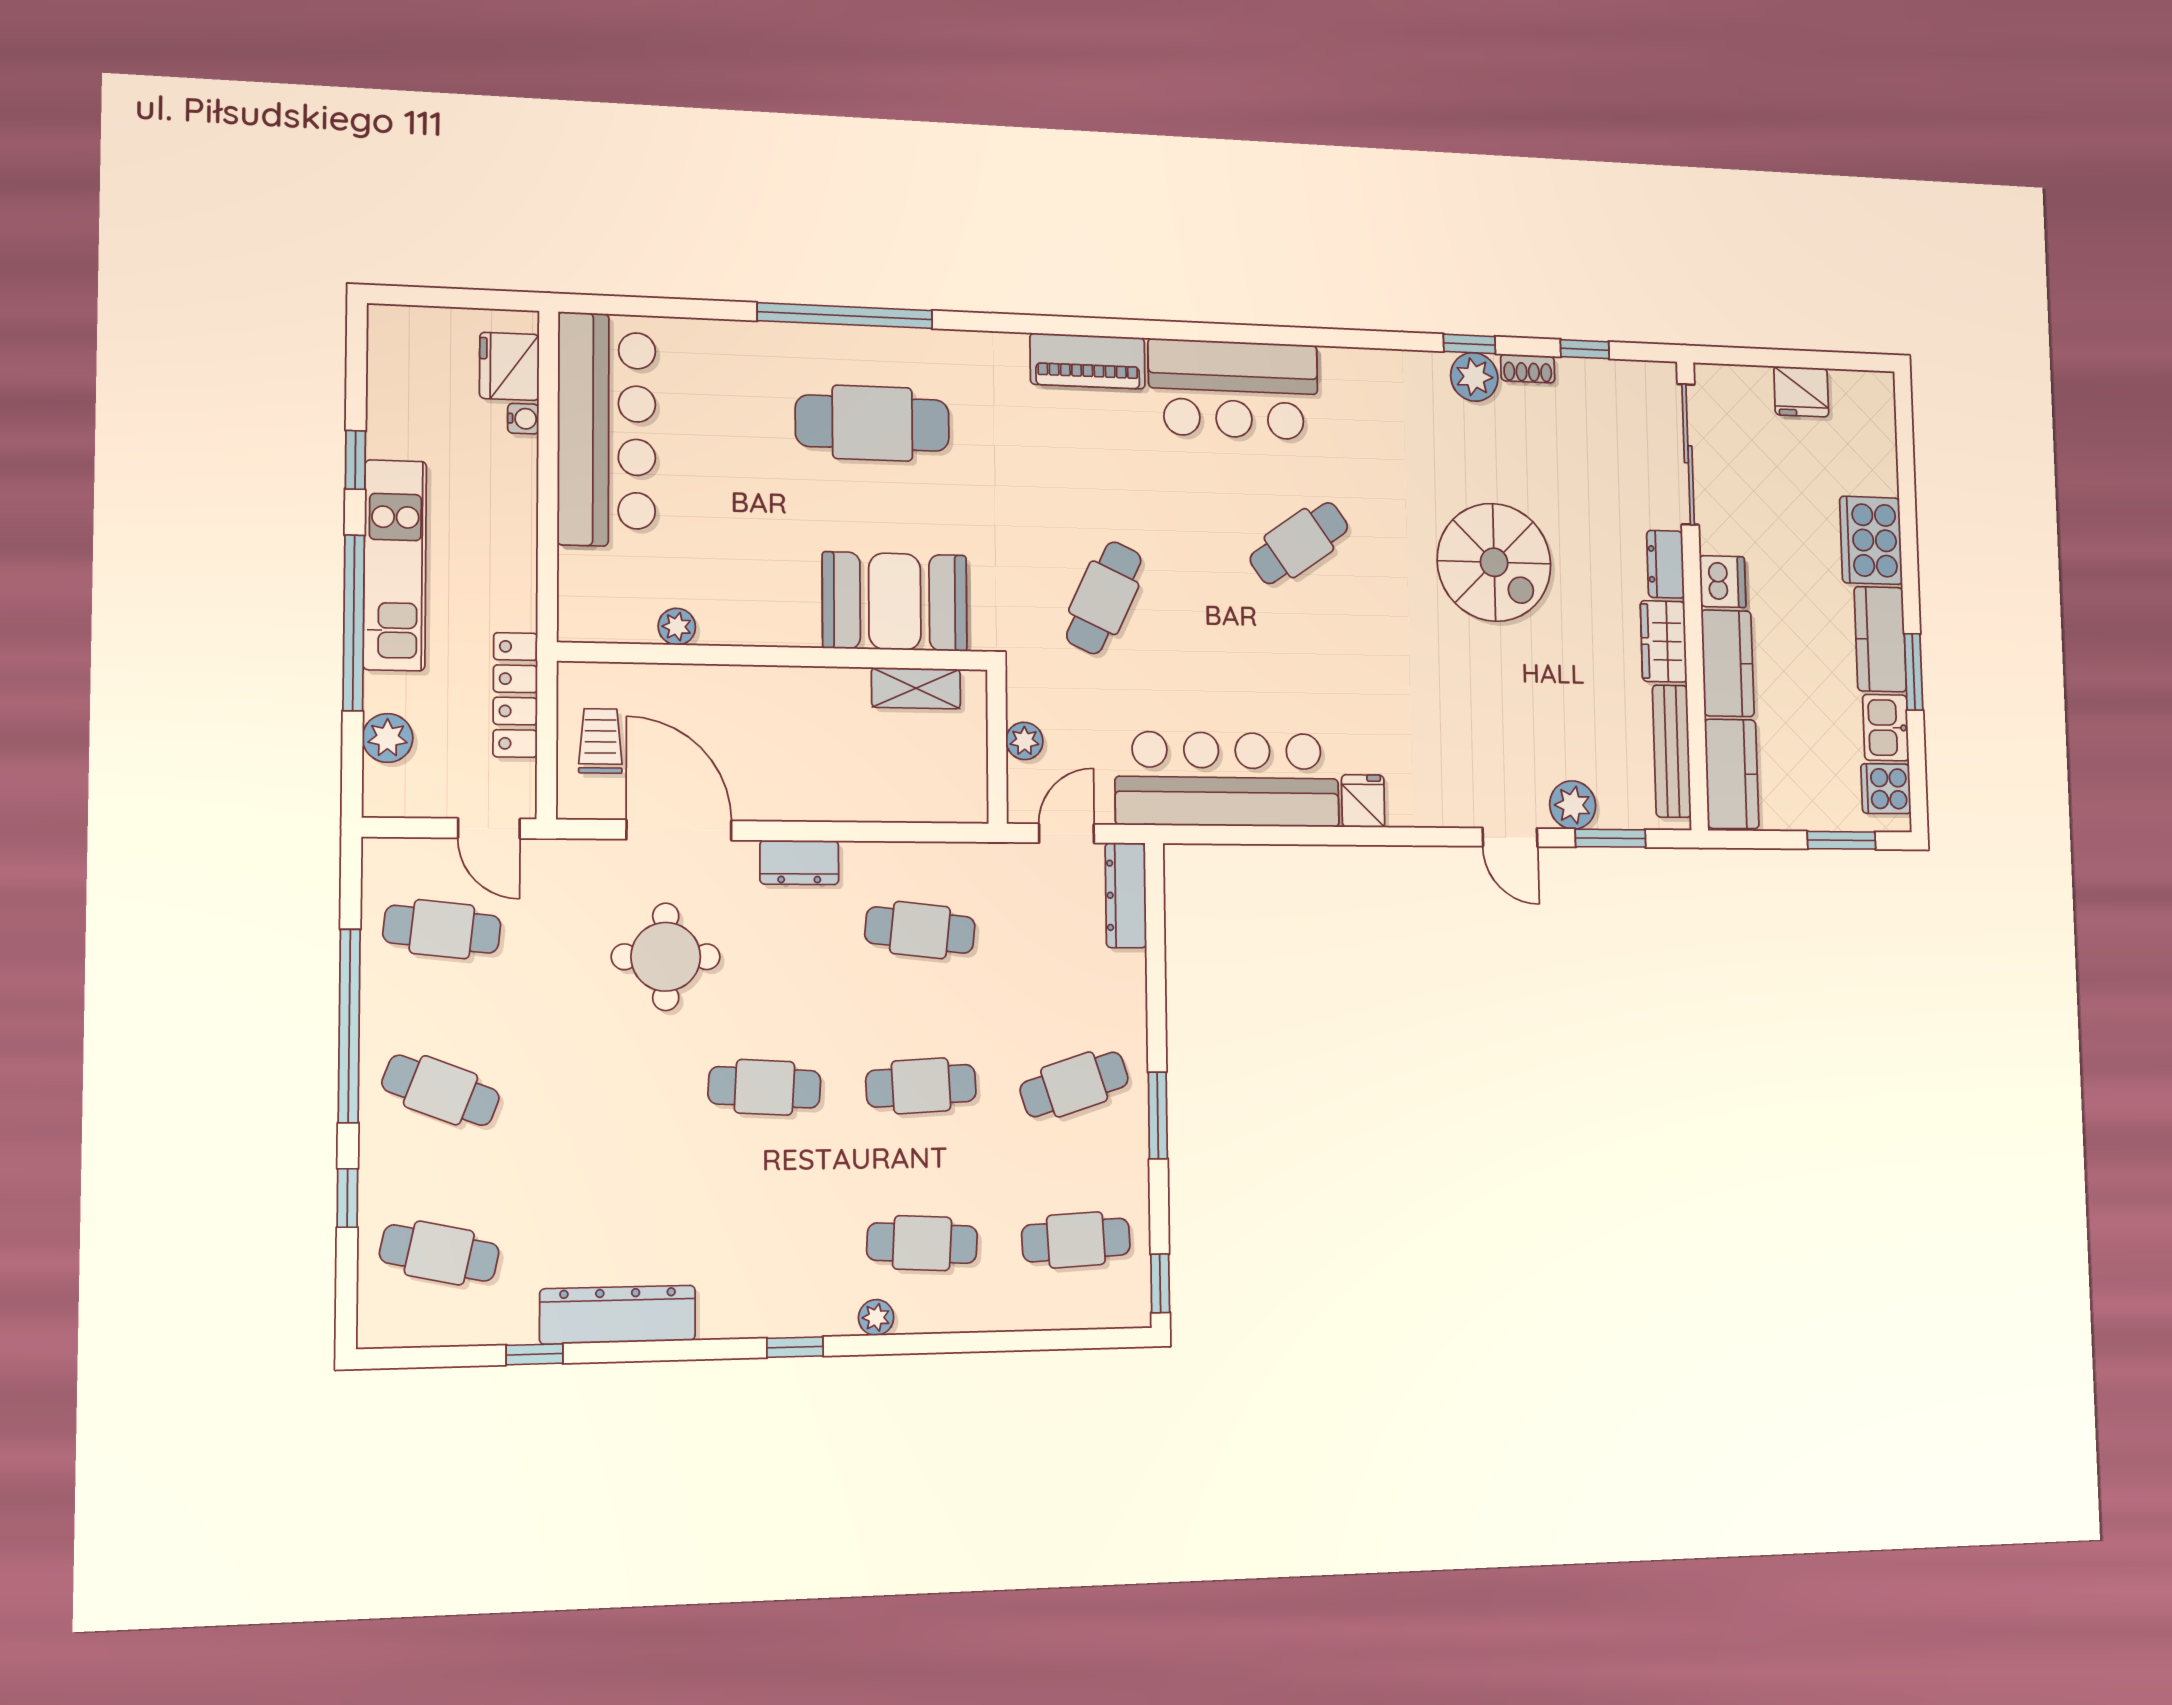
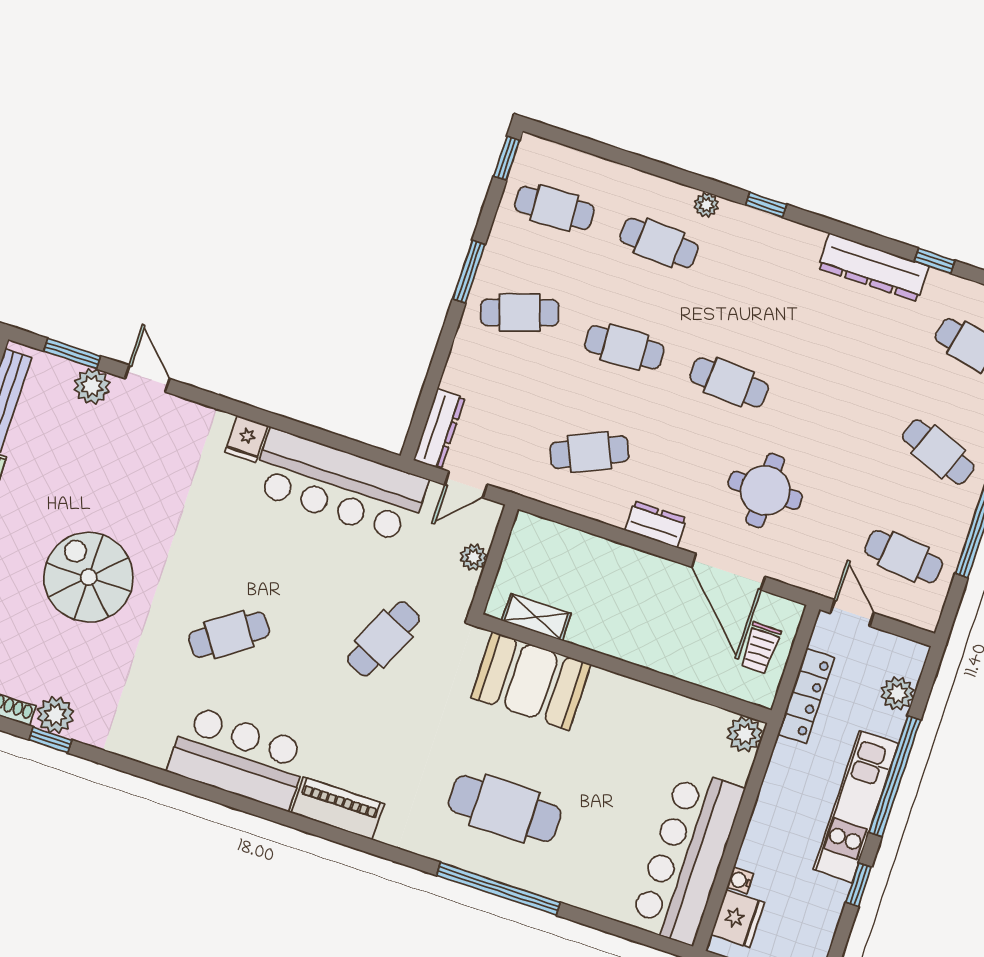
plant: (677, 627) -> (745, 734), moved, width x1.38, depth x1.38
cafe table: (920, 930) -> (589, 452), turned -30

